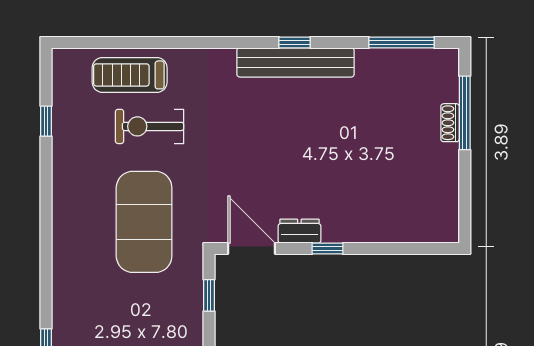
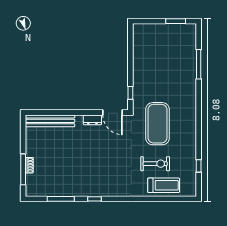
window: (401, 42) -> (61, 199), moved
bench: (296, 62) -> (50, 121), moved
window: (328, 249) -> (81, 113), removed

